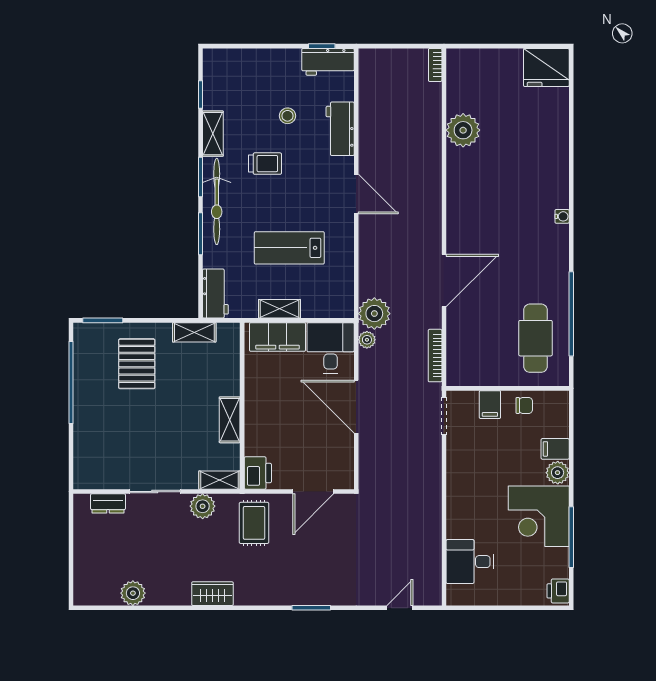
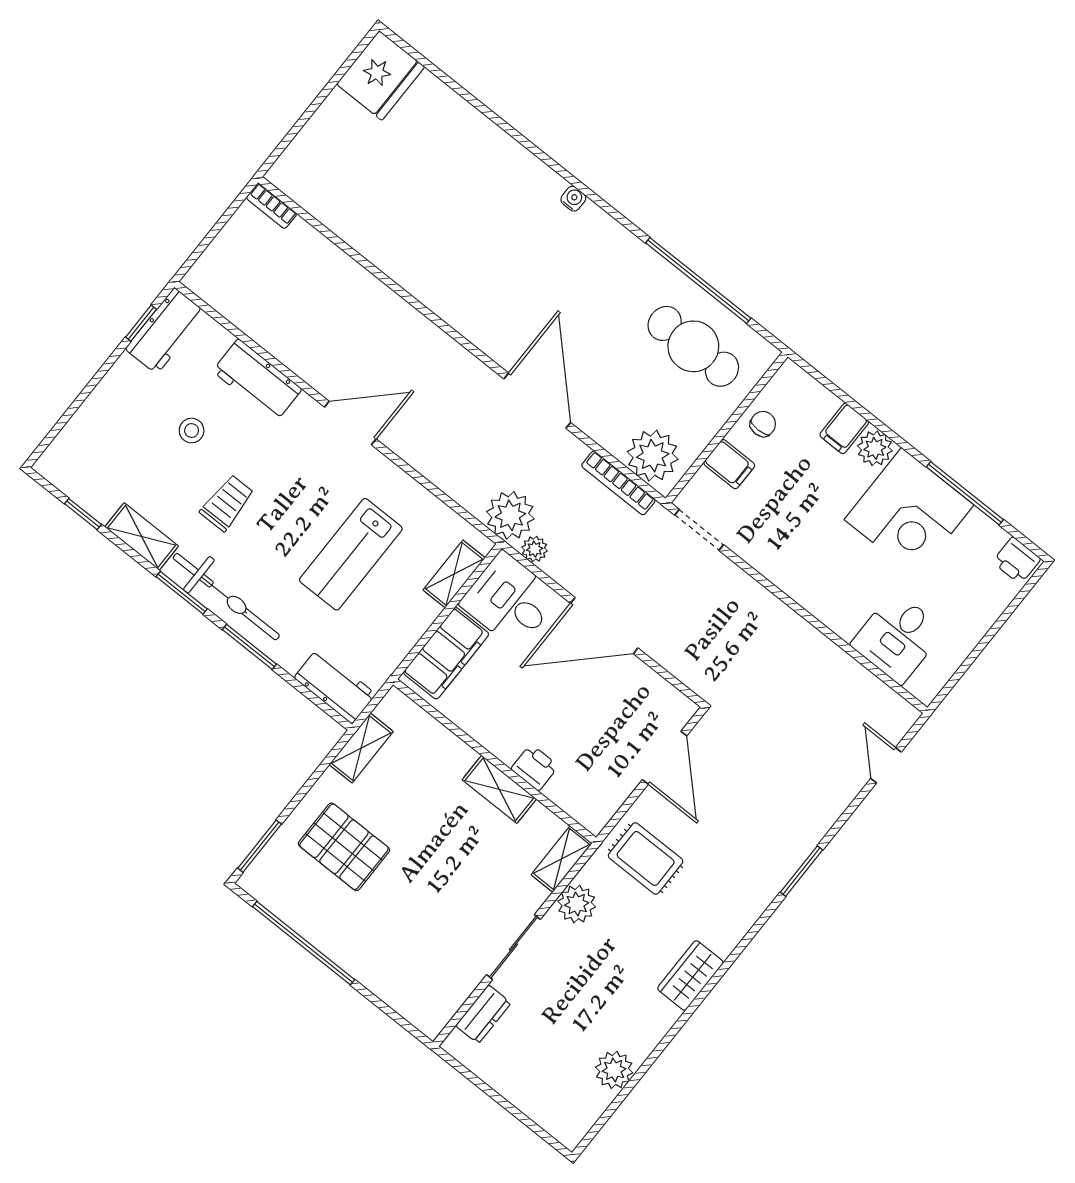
plant: (463, 130) -> (653, 456), moved
shelving: (280, 309) -> (454, 574), moved
printer: (258, 473) -> (535, 768), moved, width x0.73, depth x0.81

